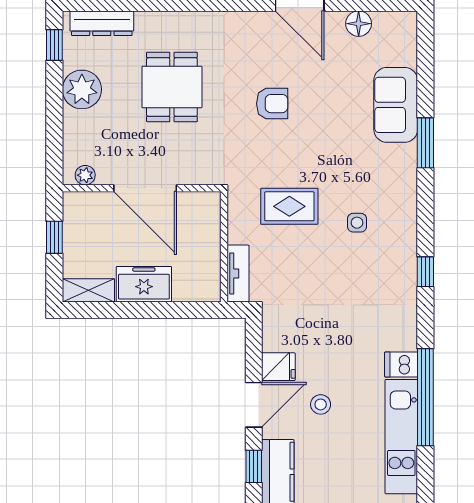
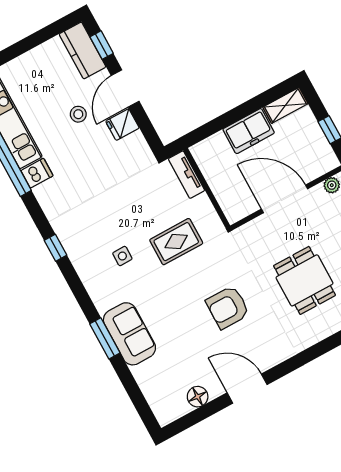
armchair: (272, 104) -> (228, 307), width x1.38, depth x1.38
sofa: (396, 105) -> (129, 334), moved

